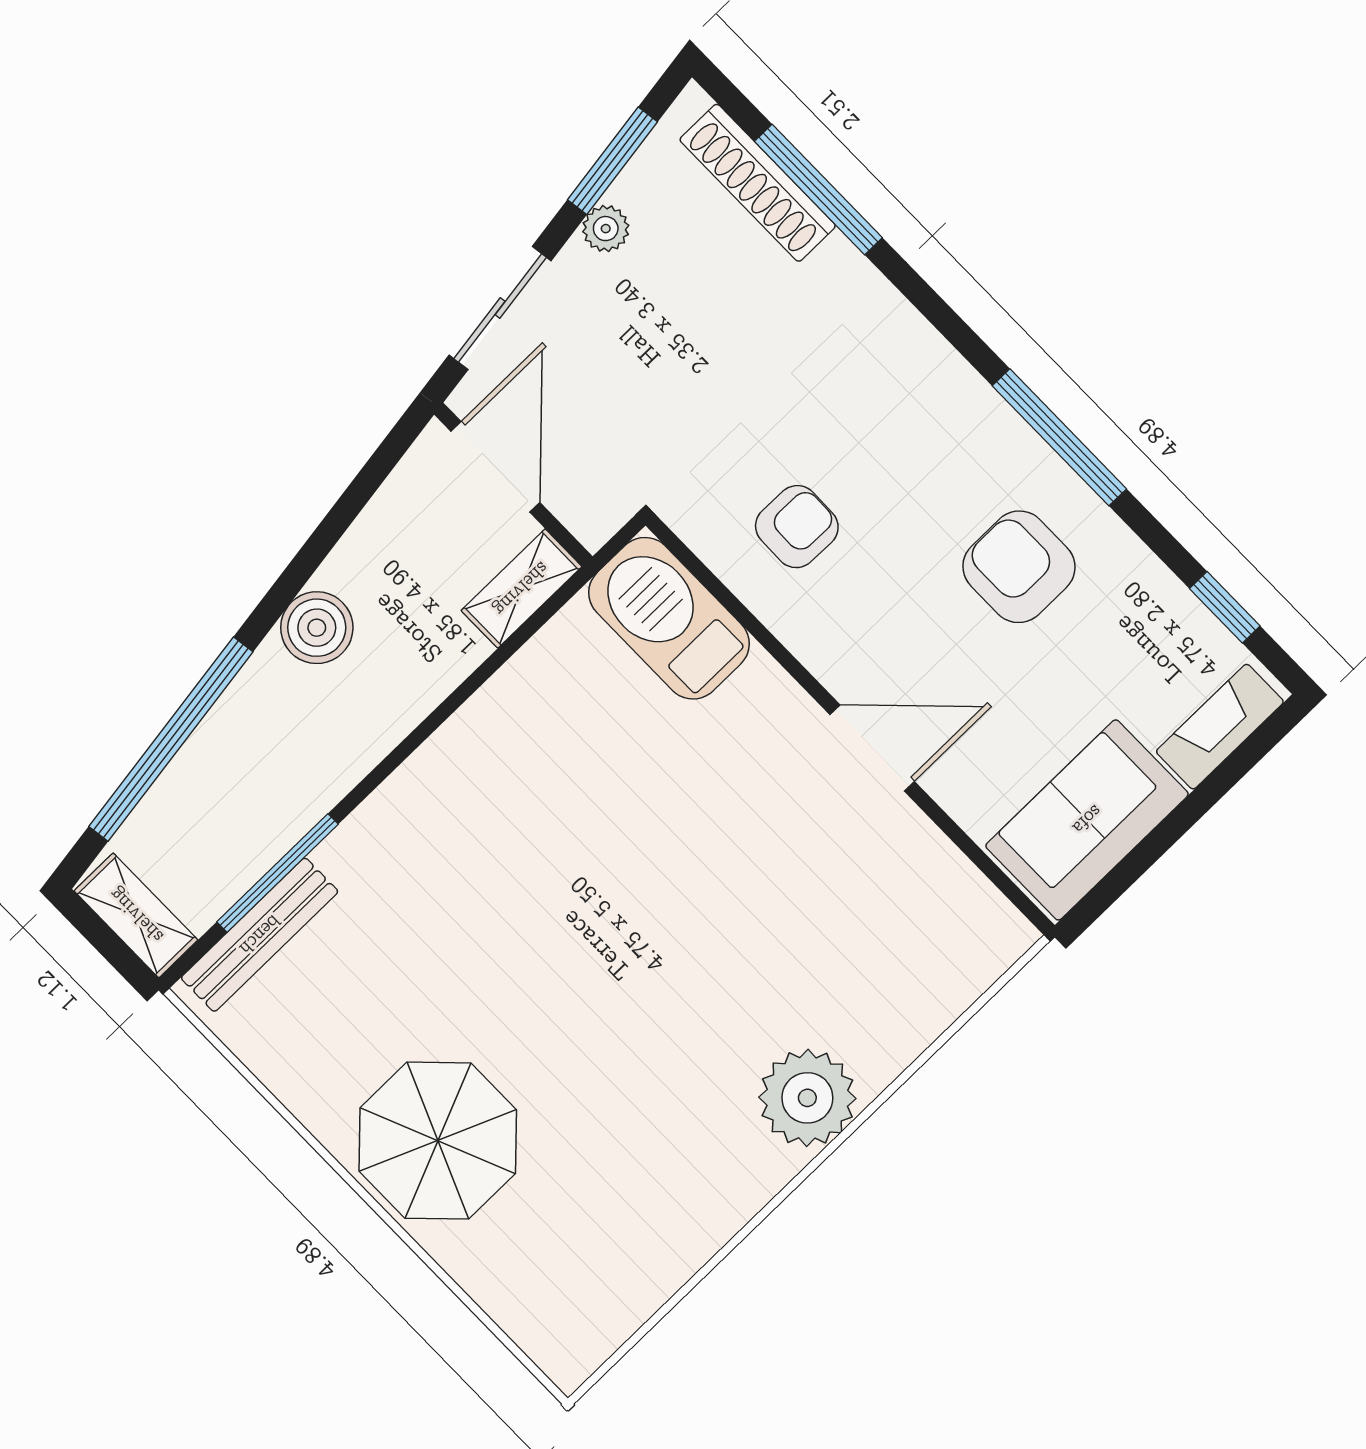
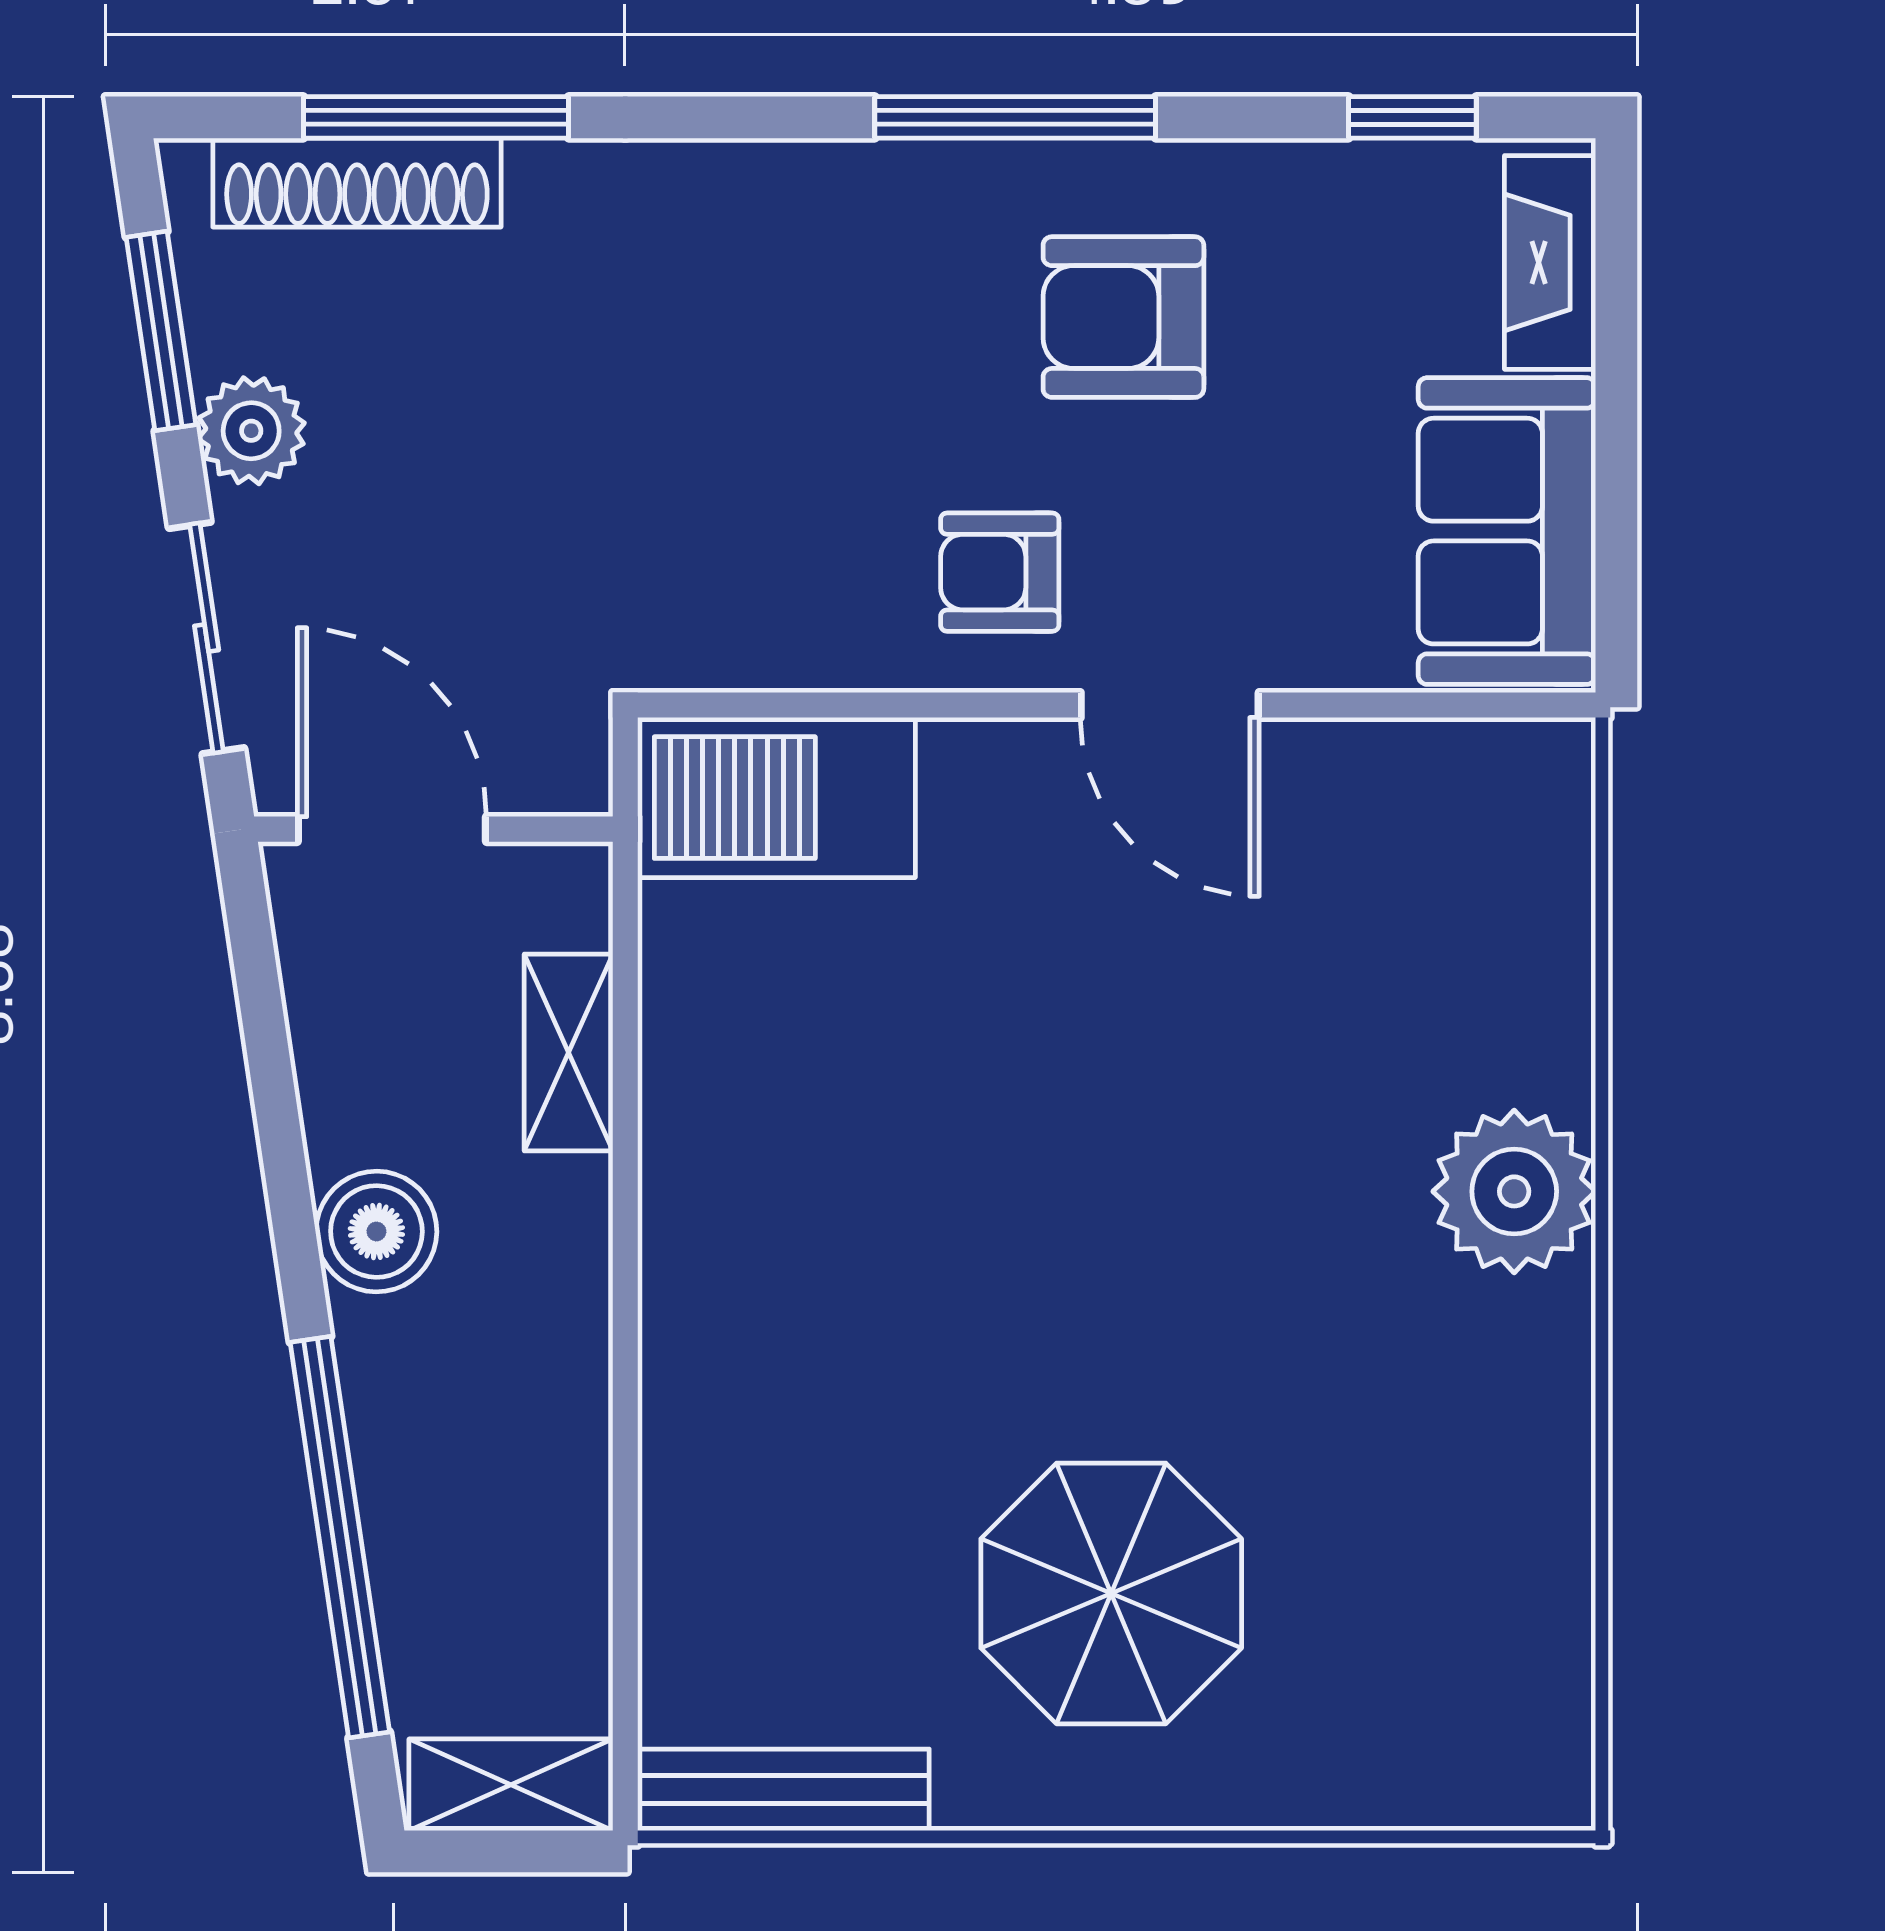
plant: (606, 229) -> (251, 431), width x1.38, depth x1.38
armchair: (797, 527) -> (1000, 572), moved, turned -91
shelving: (521, 589) -> (569, 1052), moved
door: (872, 748) -> (1170, 705), swing flipped
window: (277, 873) -> (625, 1565), removed
bench: (260, 935) -> (783, 1790), moved, turned 90
parasol: (438, 1141) -> (1111, 1593), moved

